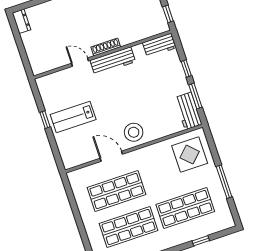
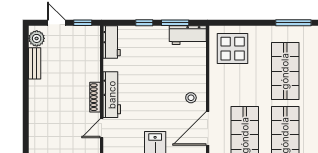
stool: (134, 132) -> (191, 98), width x0.53, depth x0.53
door: (111, 156) -> (208, 128), width x1.36
window: (224, 182) -> (293, 23), moved

